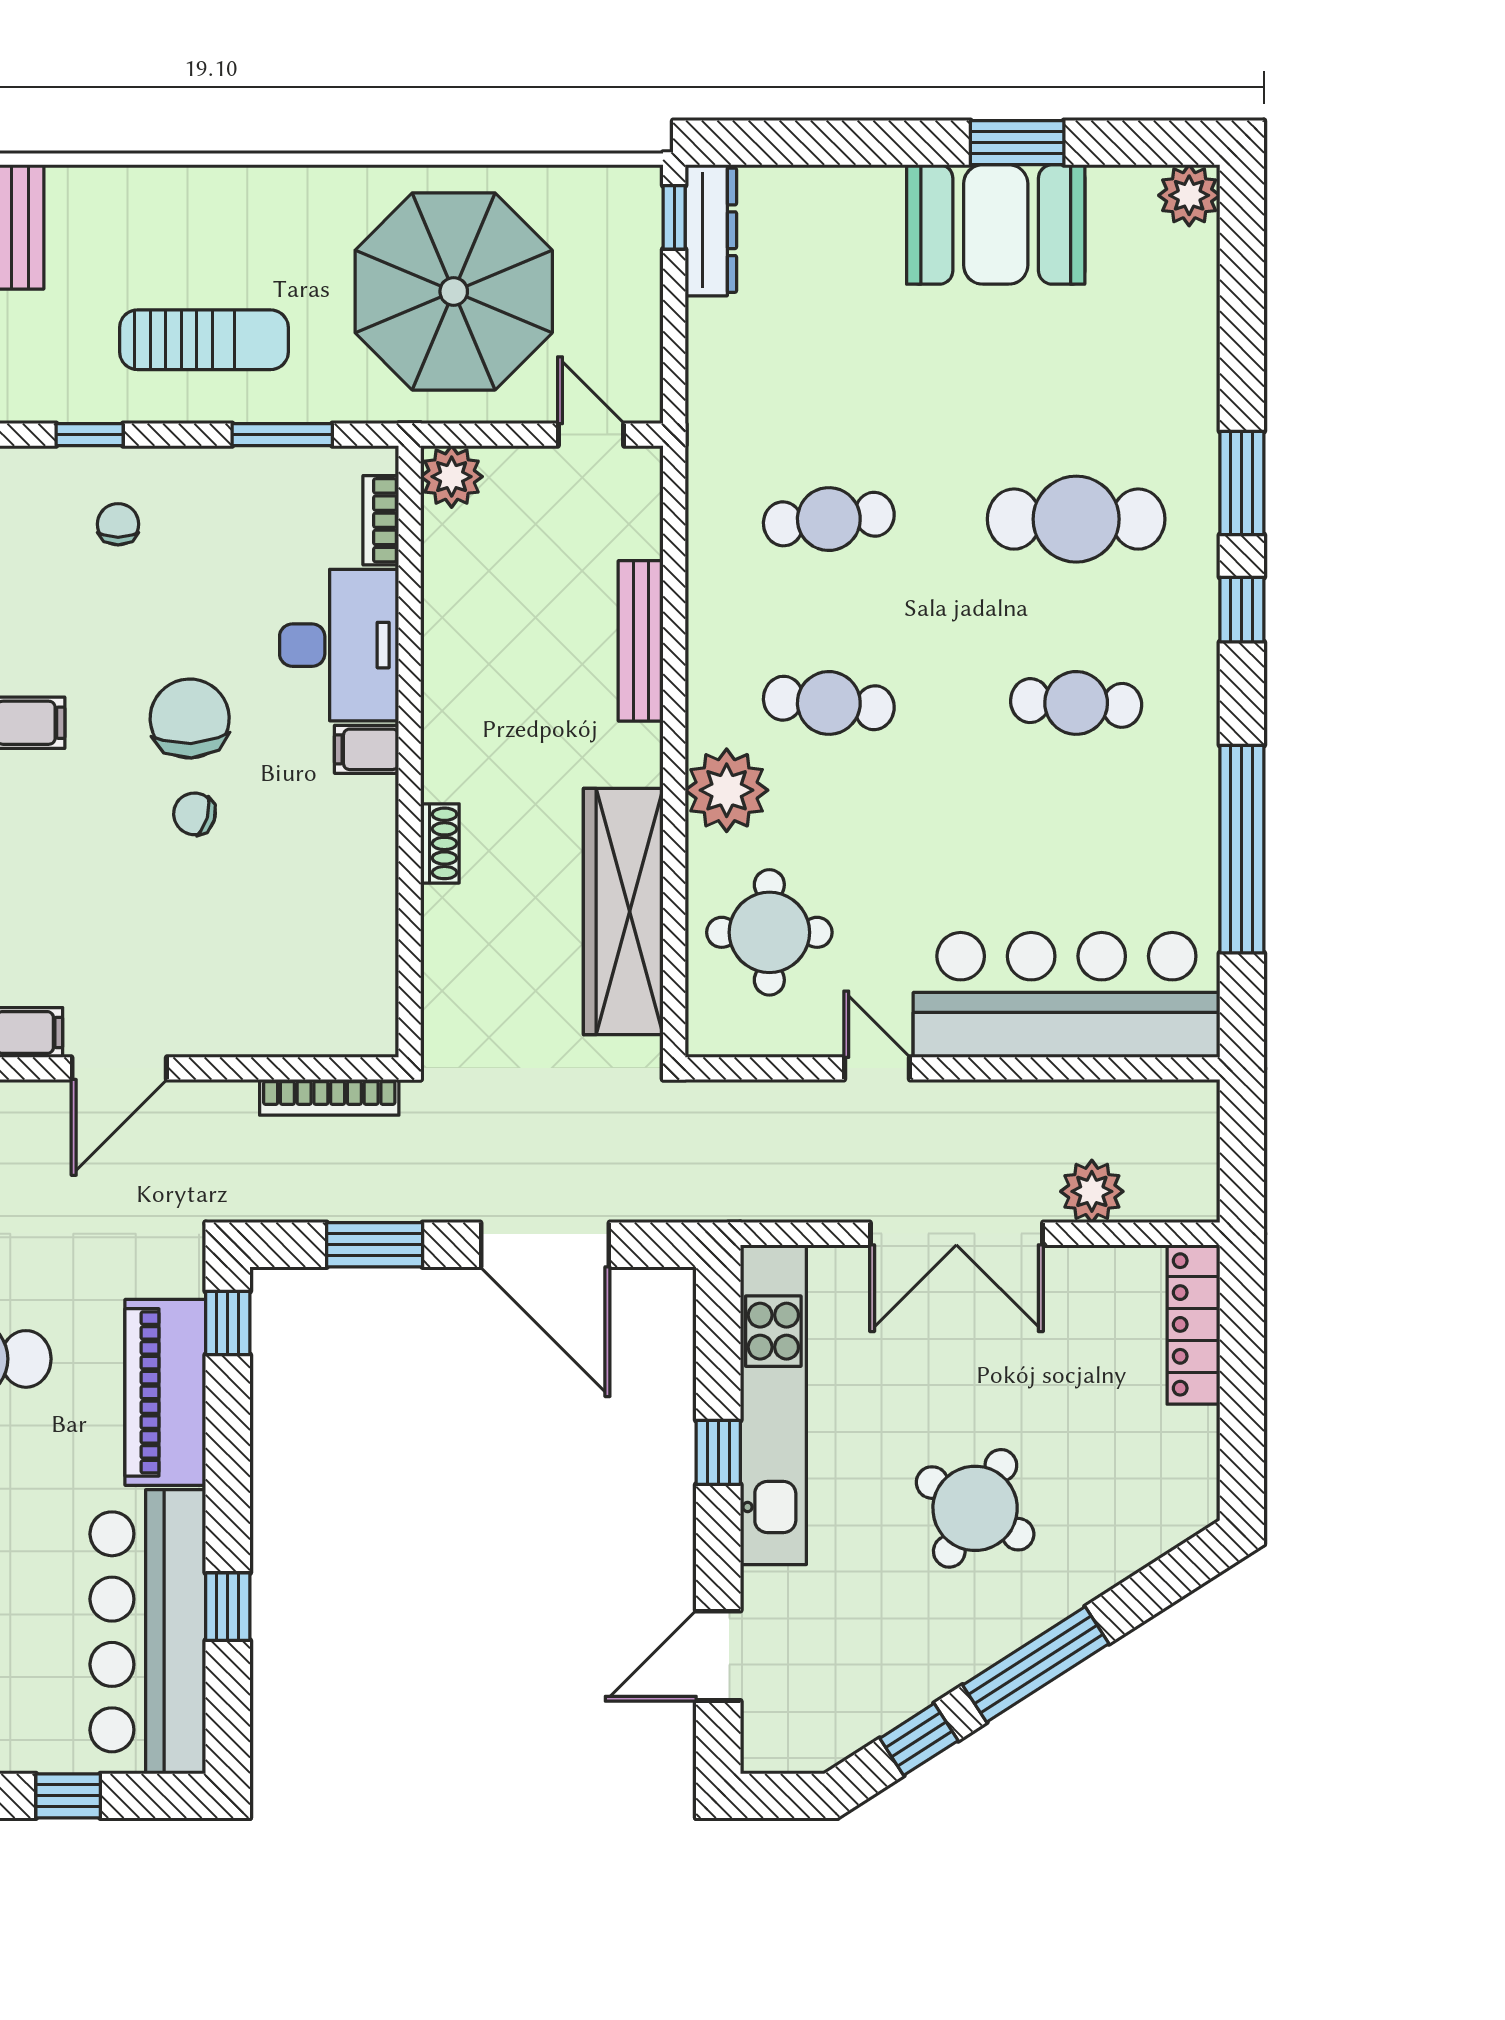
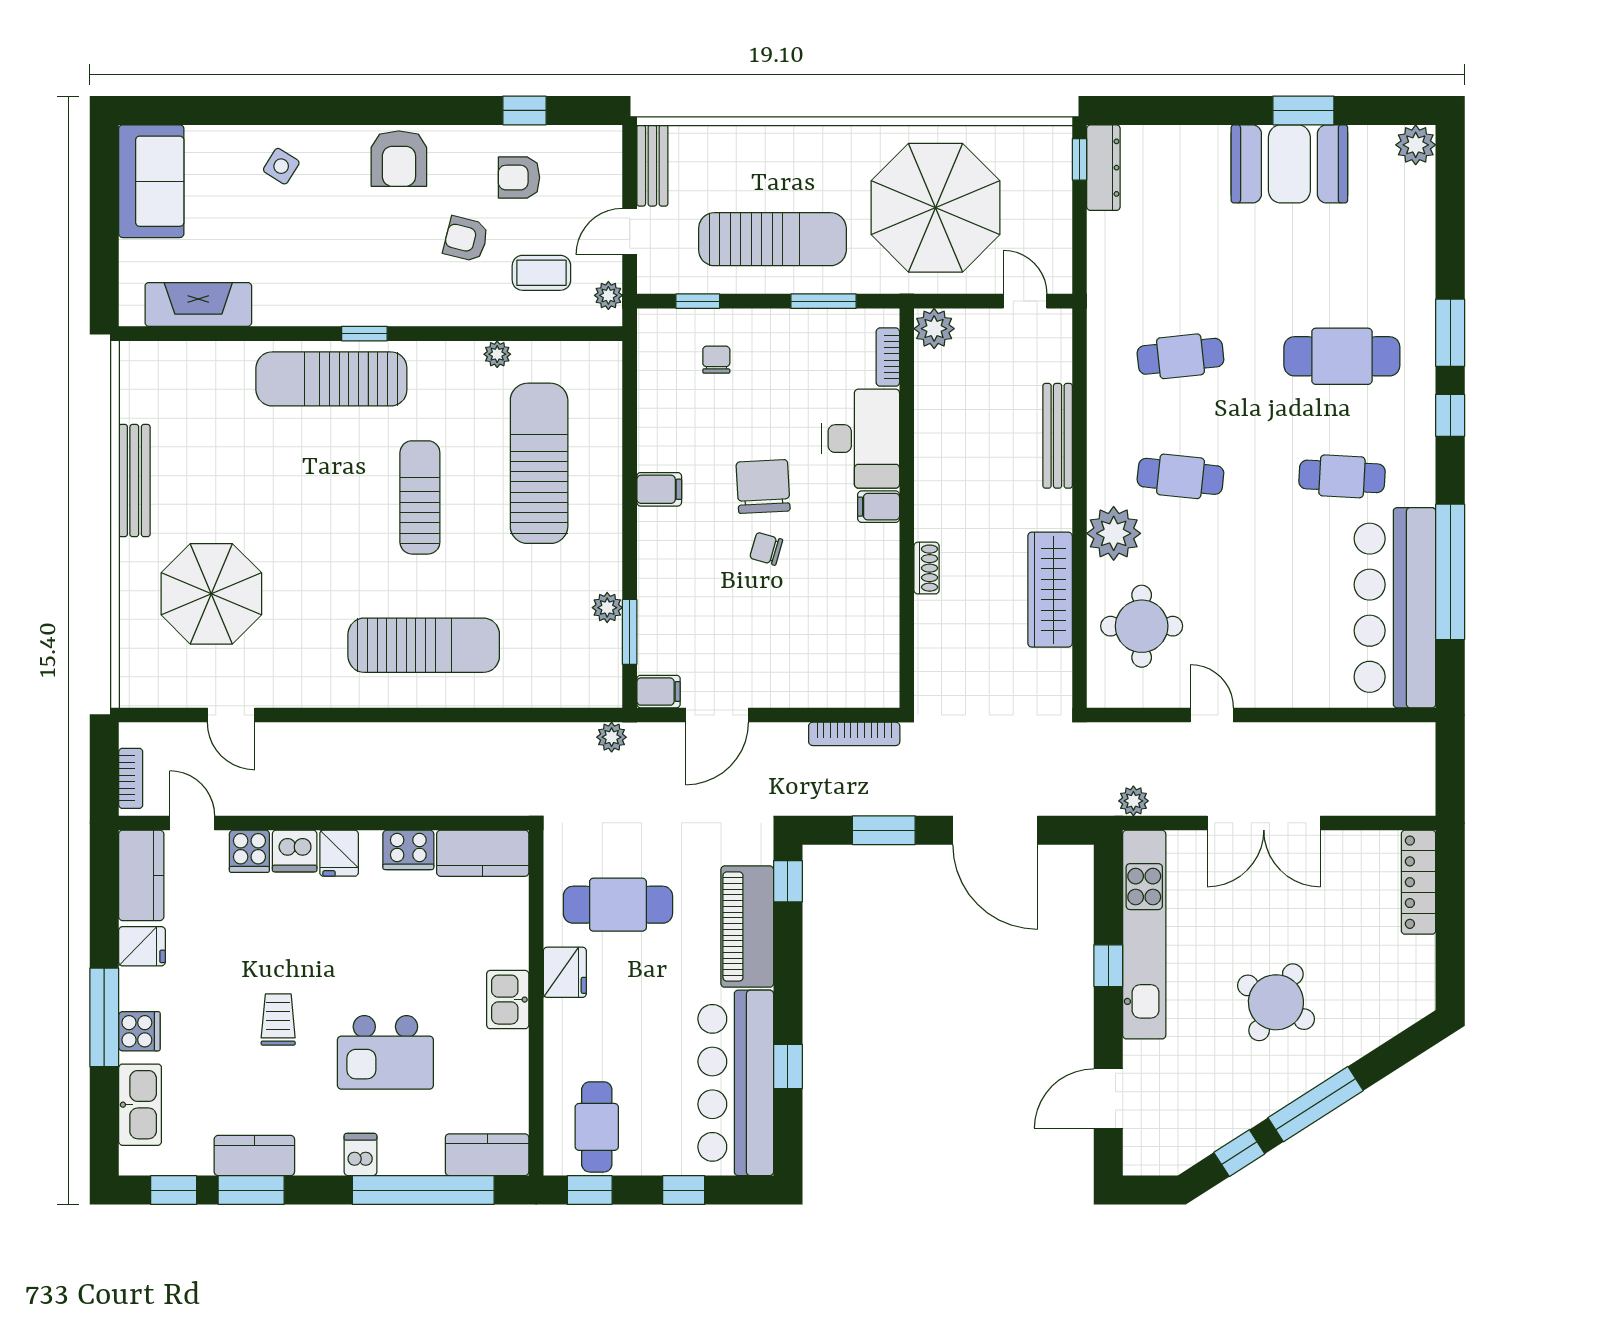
sun lounger: (204, 340) -> (772, 239), width x1.36, depth x1.34
wardrobe: (623, 912) -> (1050, 590), width x0.71, depth x0.85
bar counter: (1066, 995) -> (1395, 608), moved, turned -90
plant: (1092, 1191) -> (1133, 801), moved, width x0.73, depth x0.73

